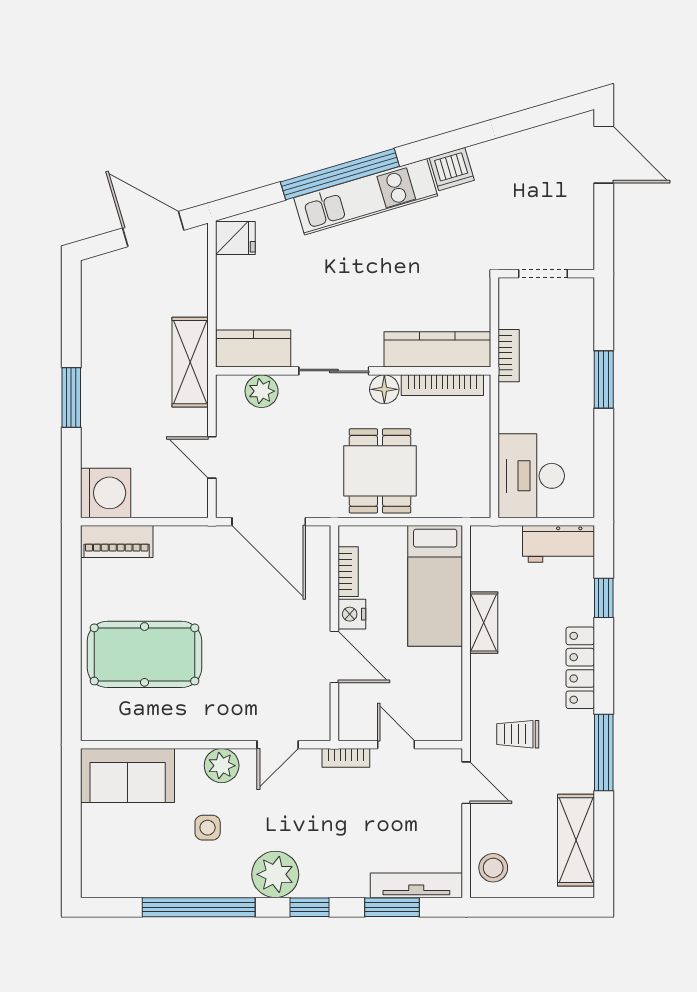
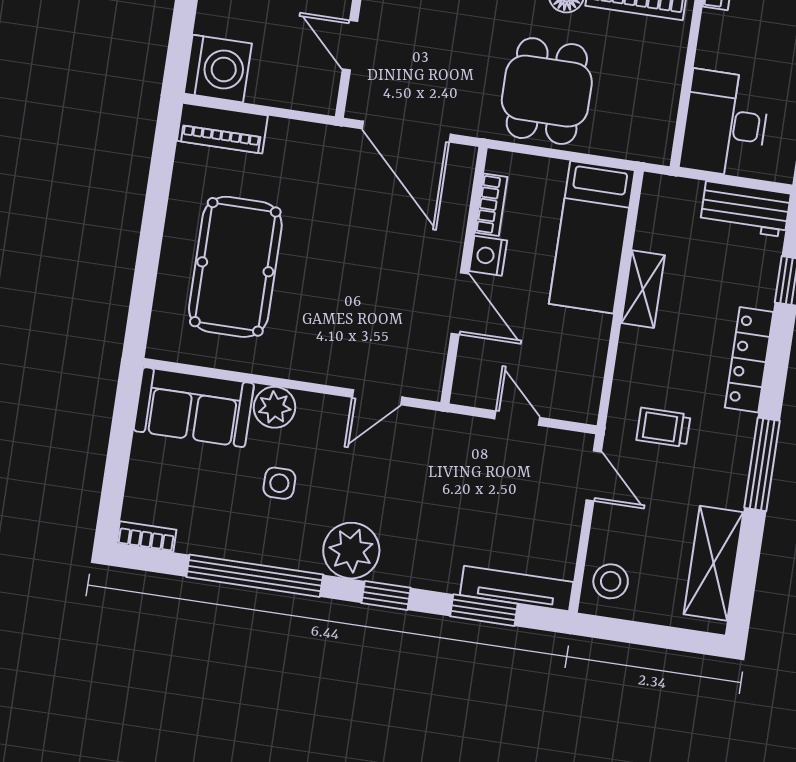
pool table: (145, 654) -> (235, 267), turned 90
bookcase: (346, 758) -> (146, 537), moved, turned 180
plant: (222, 766) -> (275, 407), moved

